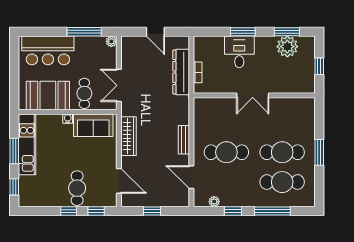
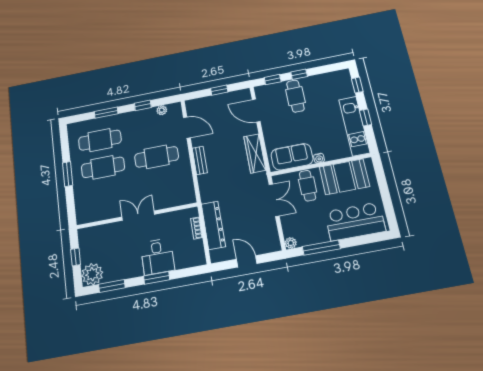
plant: (287, 47) -> (92, 274), moved
window: (14, 151) -> (366, 118), width x0.67
window: (272, 211) -> (106, 113), width x0.69

